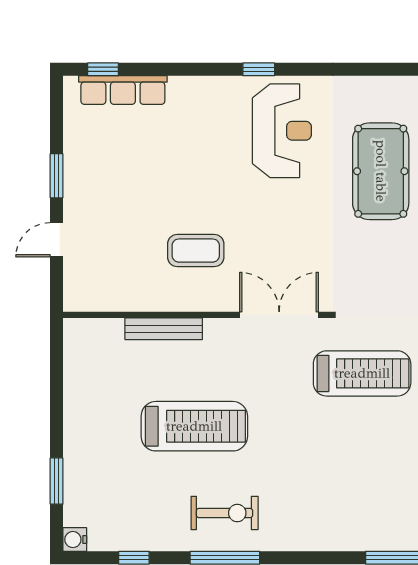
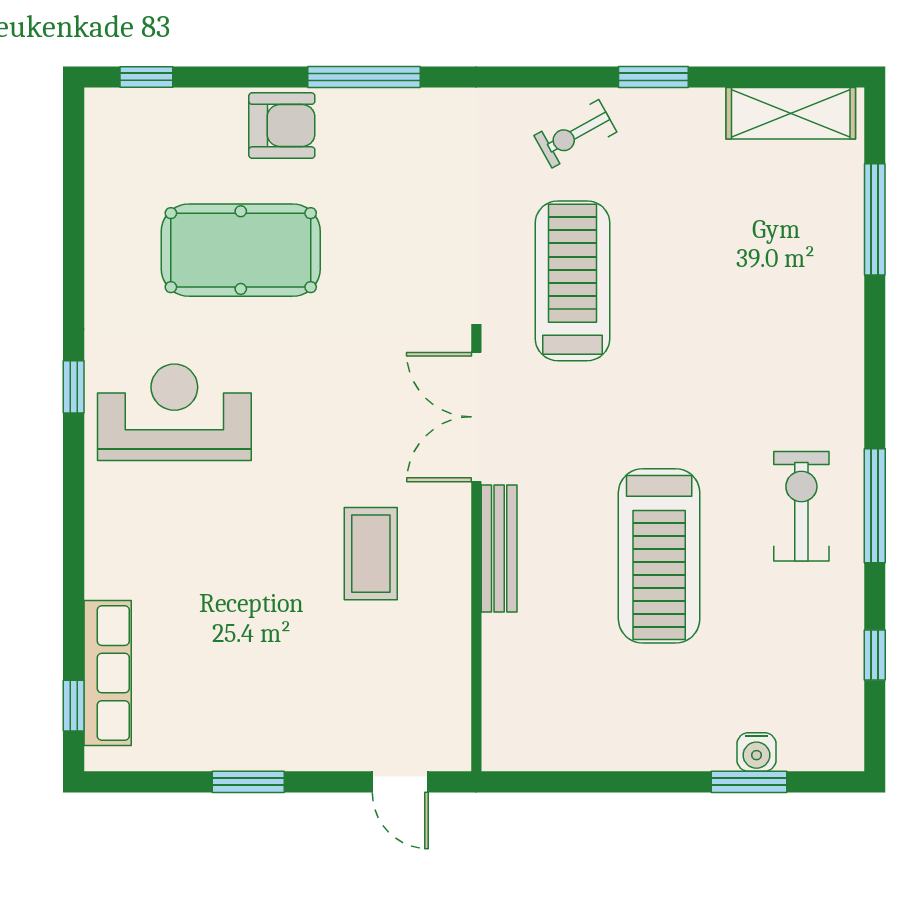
window: (259, 69) -> (74, 387), moved
door: (57, 240) -> (400, 782), moved
bench: (164, 329) -> (499, 548), moved
treadmill: (194, 426) -> (659, 556), turned 180
water cooler: (75, 540) -> (756, 752), moved

